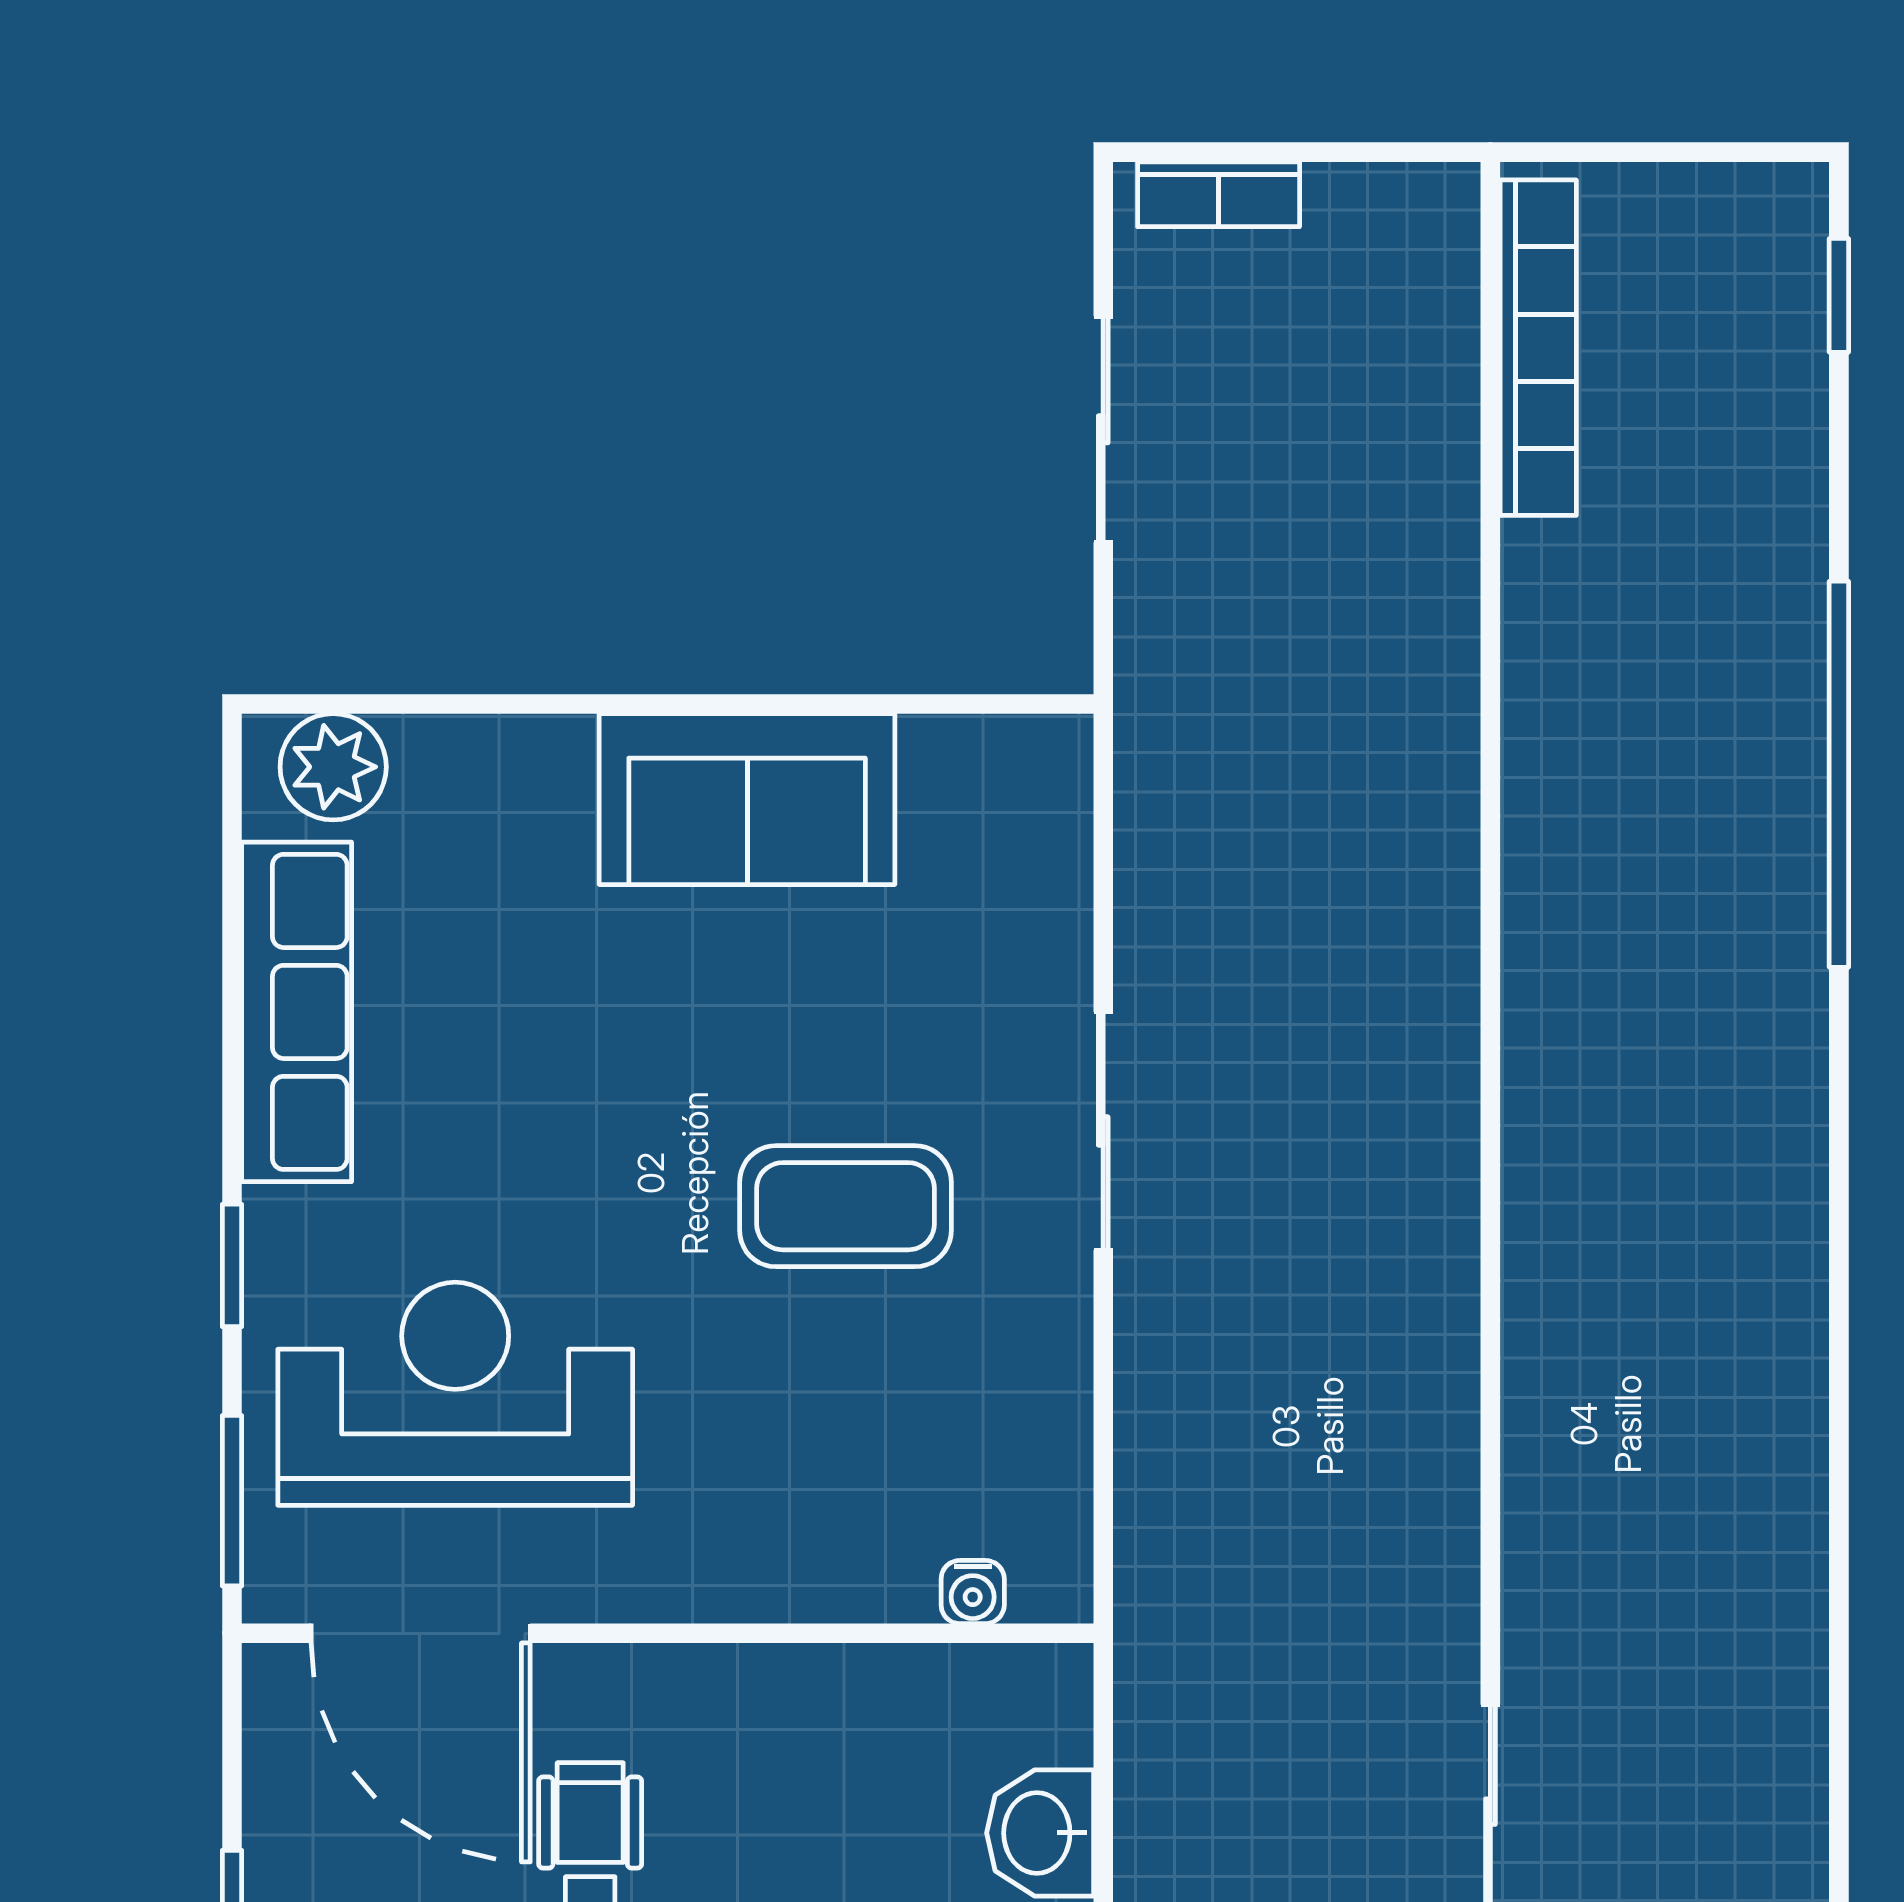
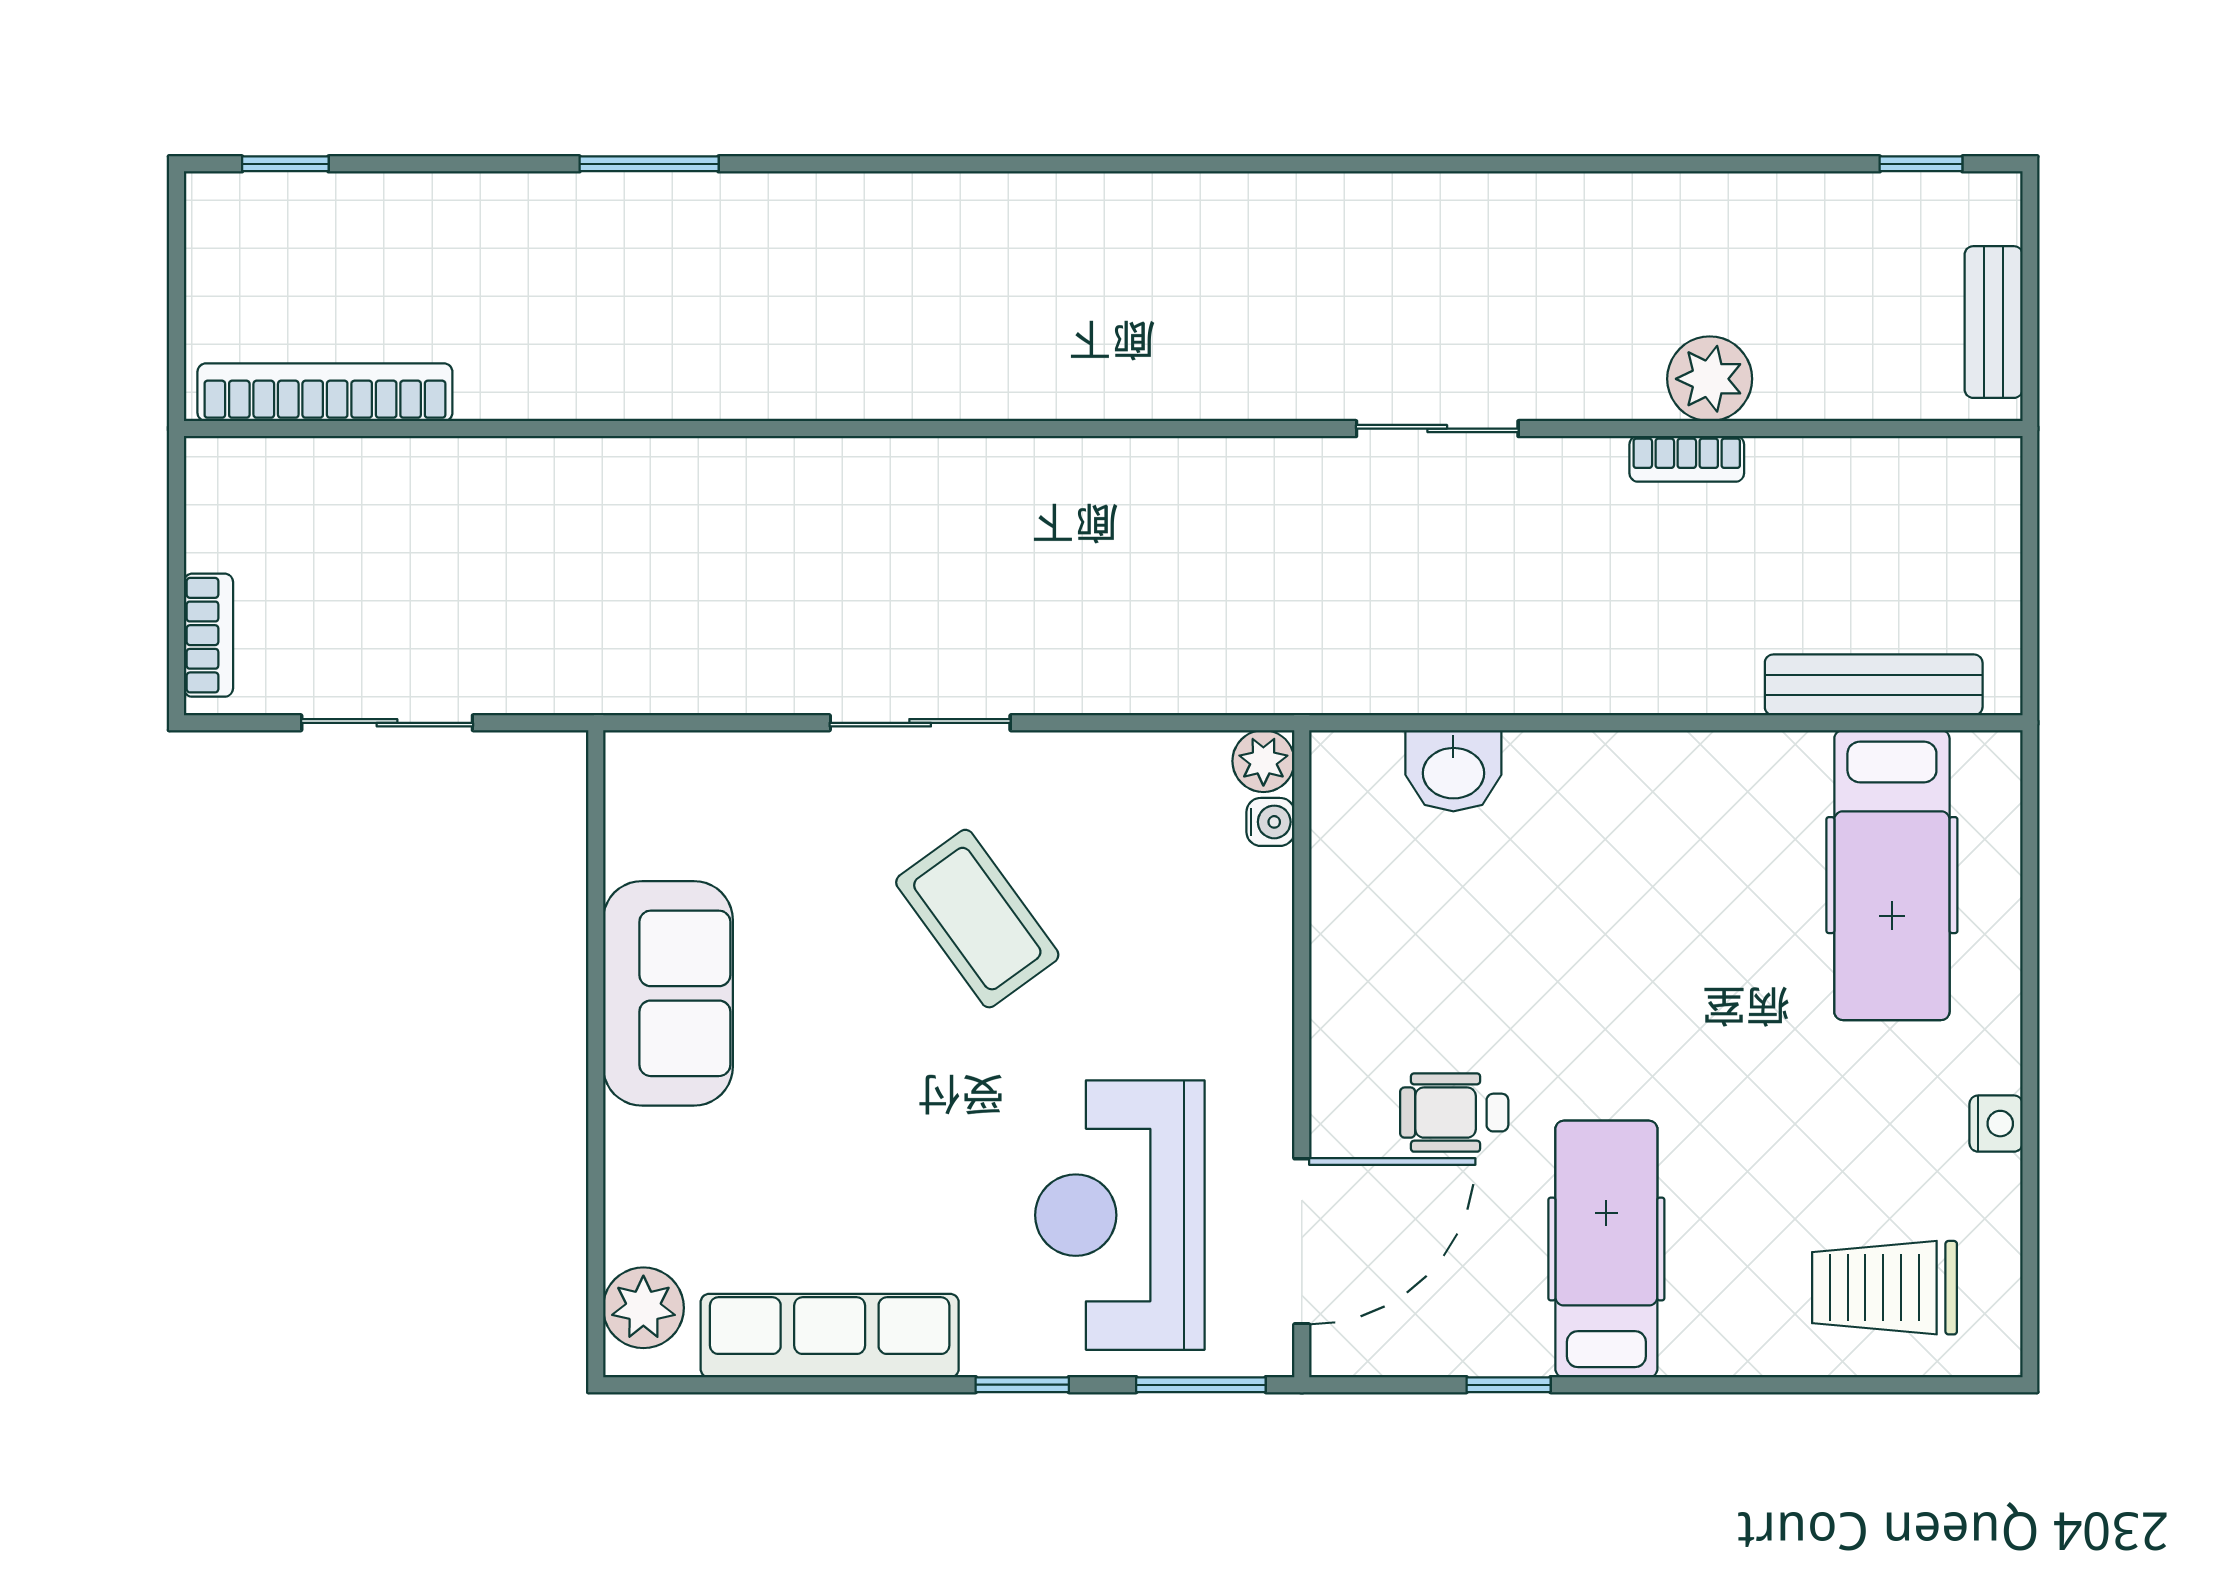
window: (1839, 774) -> (649, 164), width x0.47
coffee table: (845, 1206) -> (977, 919), turned -36
plant: (1053, 1583) -> (1263, 761), added

